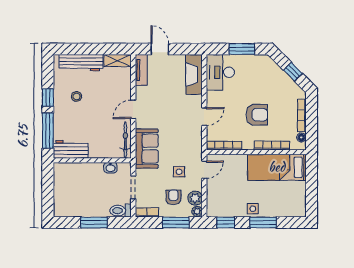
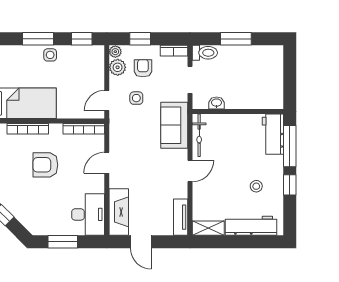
door: (160, 49) -> (141, 242), moved
workbench: (71, 149) -> (273, 134), moved, turned 90
armchair: (173, 197) -> (143, 68), turned 180
window: (176, 222) -> (140, 39), width x0.67

